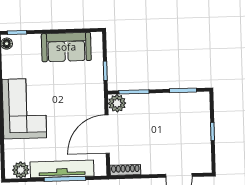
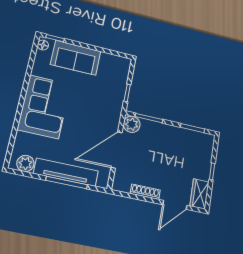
sofa: (66, 47) -> (76, 58), moved
wardrobe: (203, 158) -> (199, 194), added
shoe rack: (125, 170) -> (145, 192), moved

